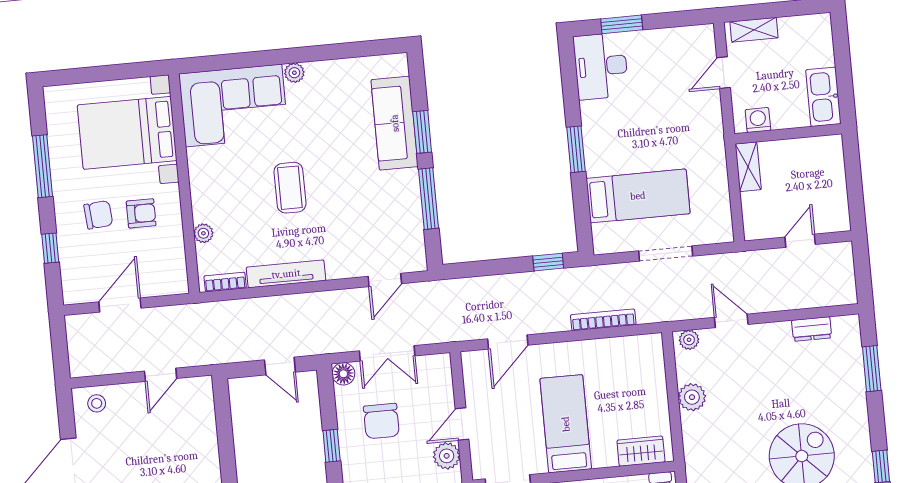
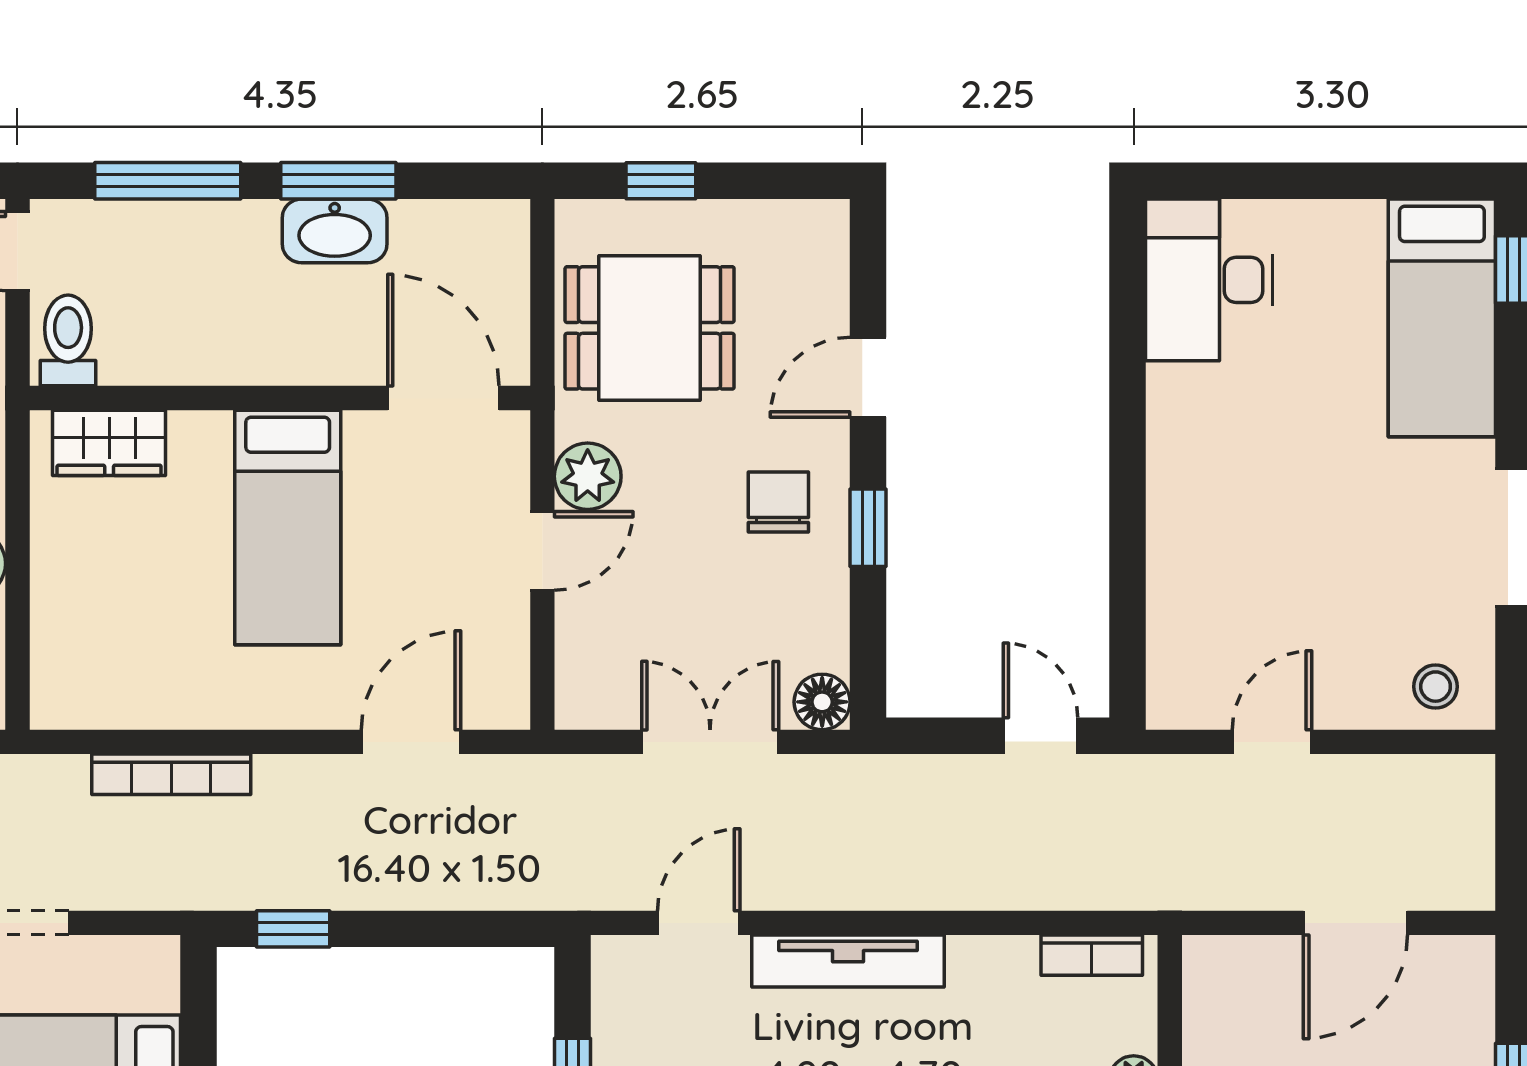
tv unit: (286, 274) -> (848, 961), moved
door: (280, 366) -> (1040, 736), moved
chair: (381, 421) -> (778, 502), moved, width x0.73, depth x0.73

